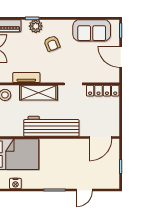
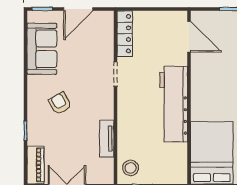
plant: (36, 26) -> (36, 126), removed
armchair: (52, 43) -> (60, 103), turned -98
shelving: (38, 93) -> (127, 122), removed

